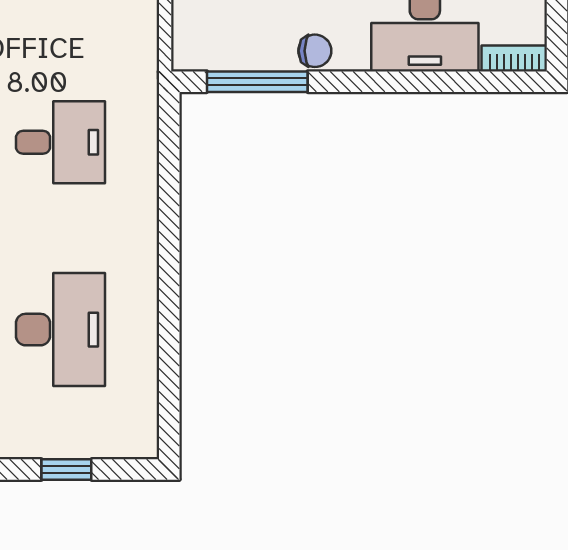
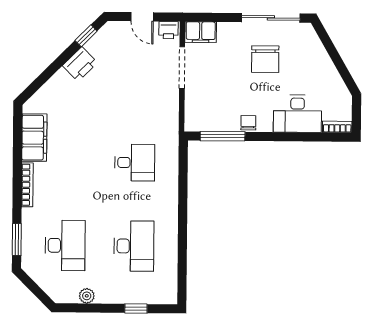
chair: (315, 51) -> (248, 123), turned -90

